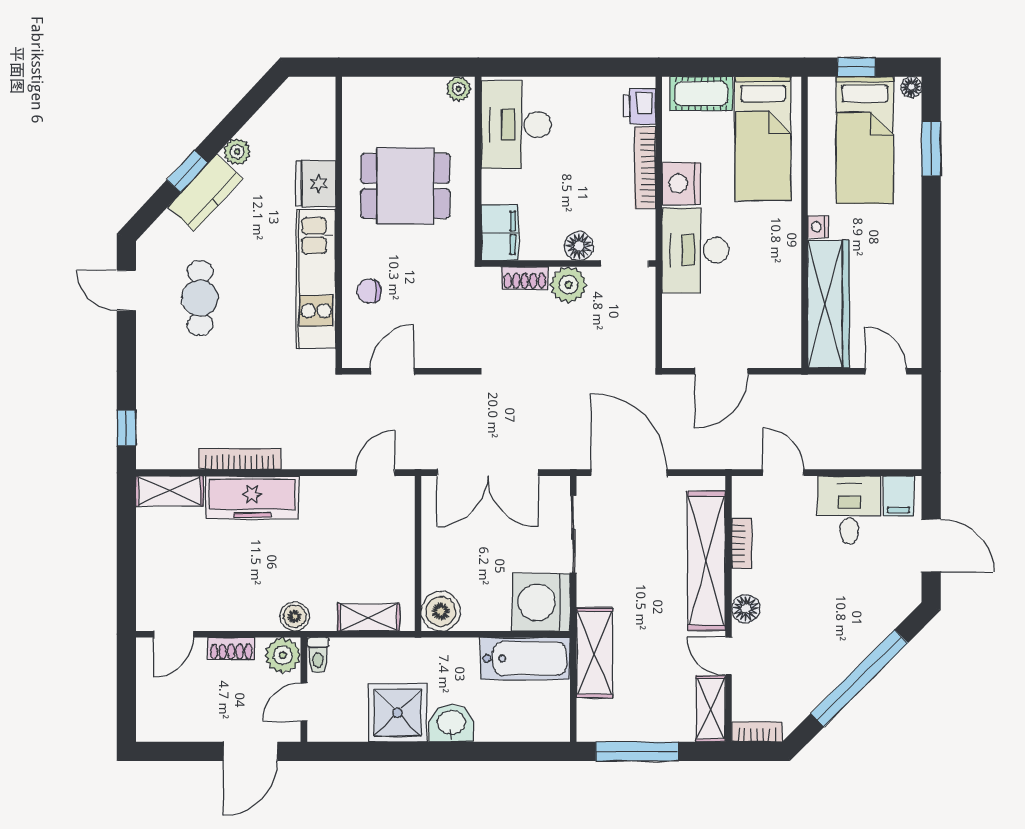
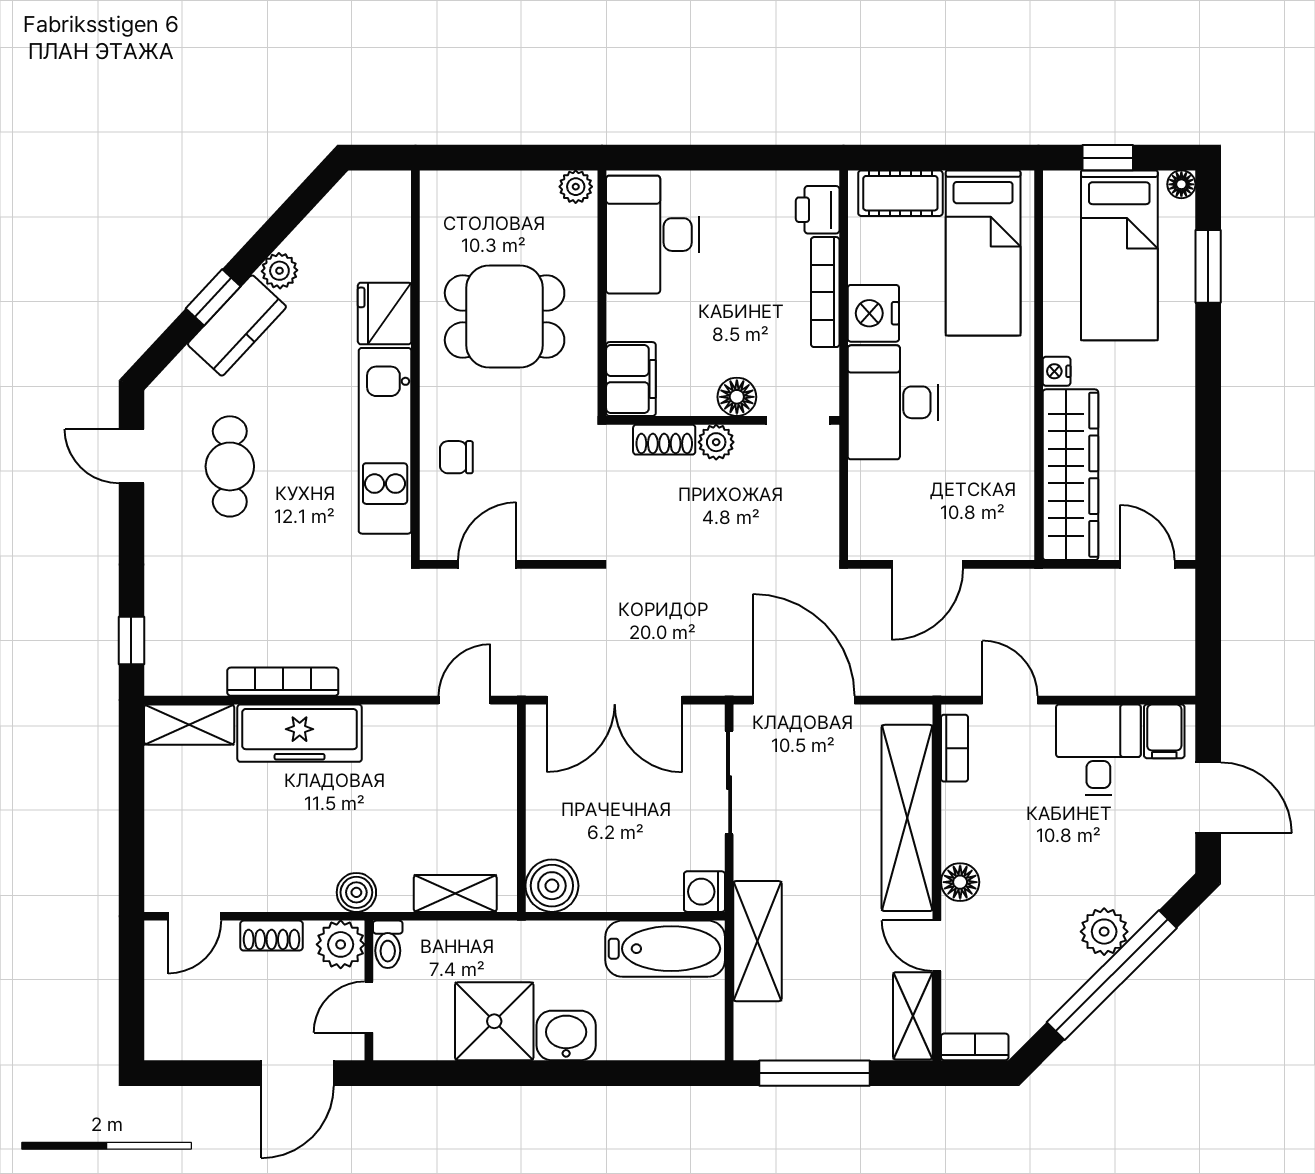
plant: (568, 285) -> (716, 442), width x0.73, depth x0.73
bookcase: (742, 543) -> (954, 748), moved
washing machine: (541, 602) -> (704, 892), width x0.53, depth x0.53
plant: (854, 646) -> (1104, 932), added

